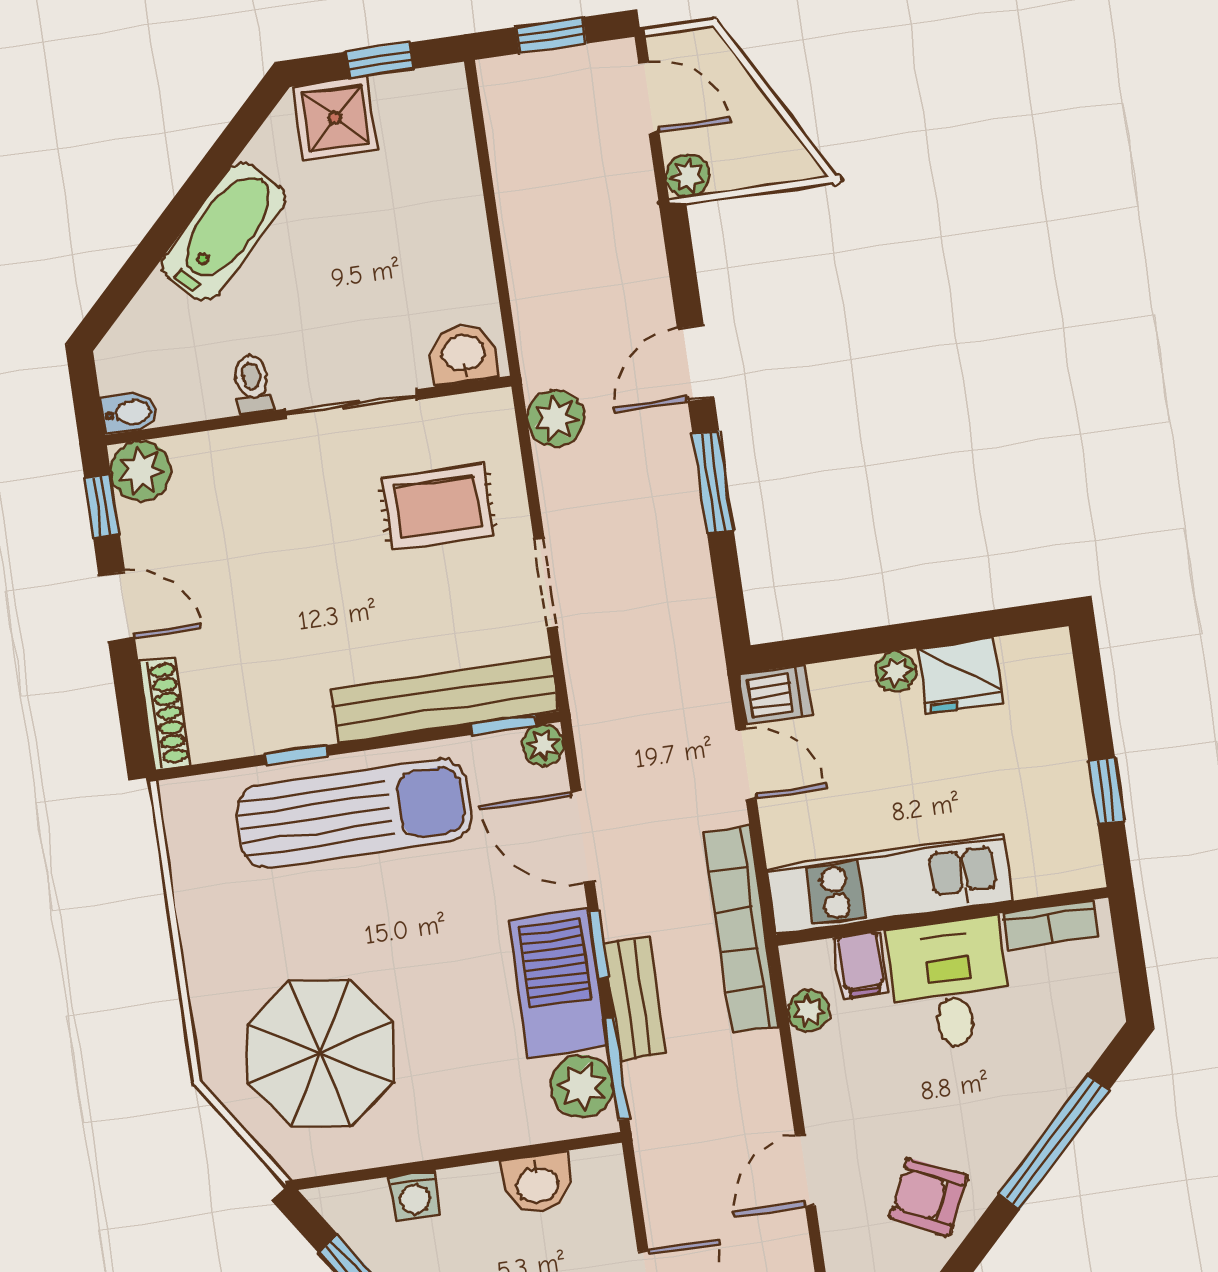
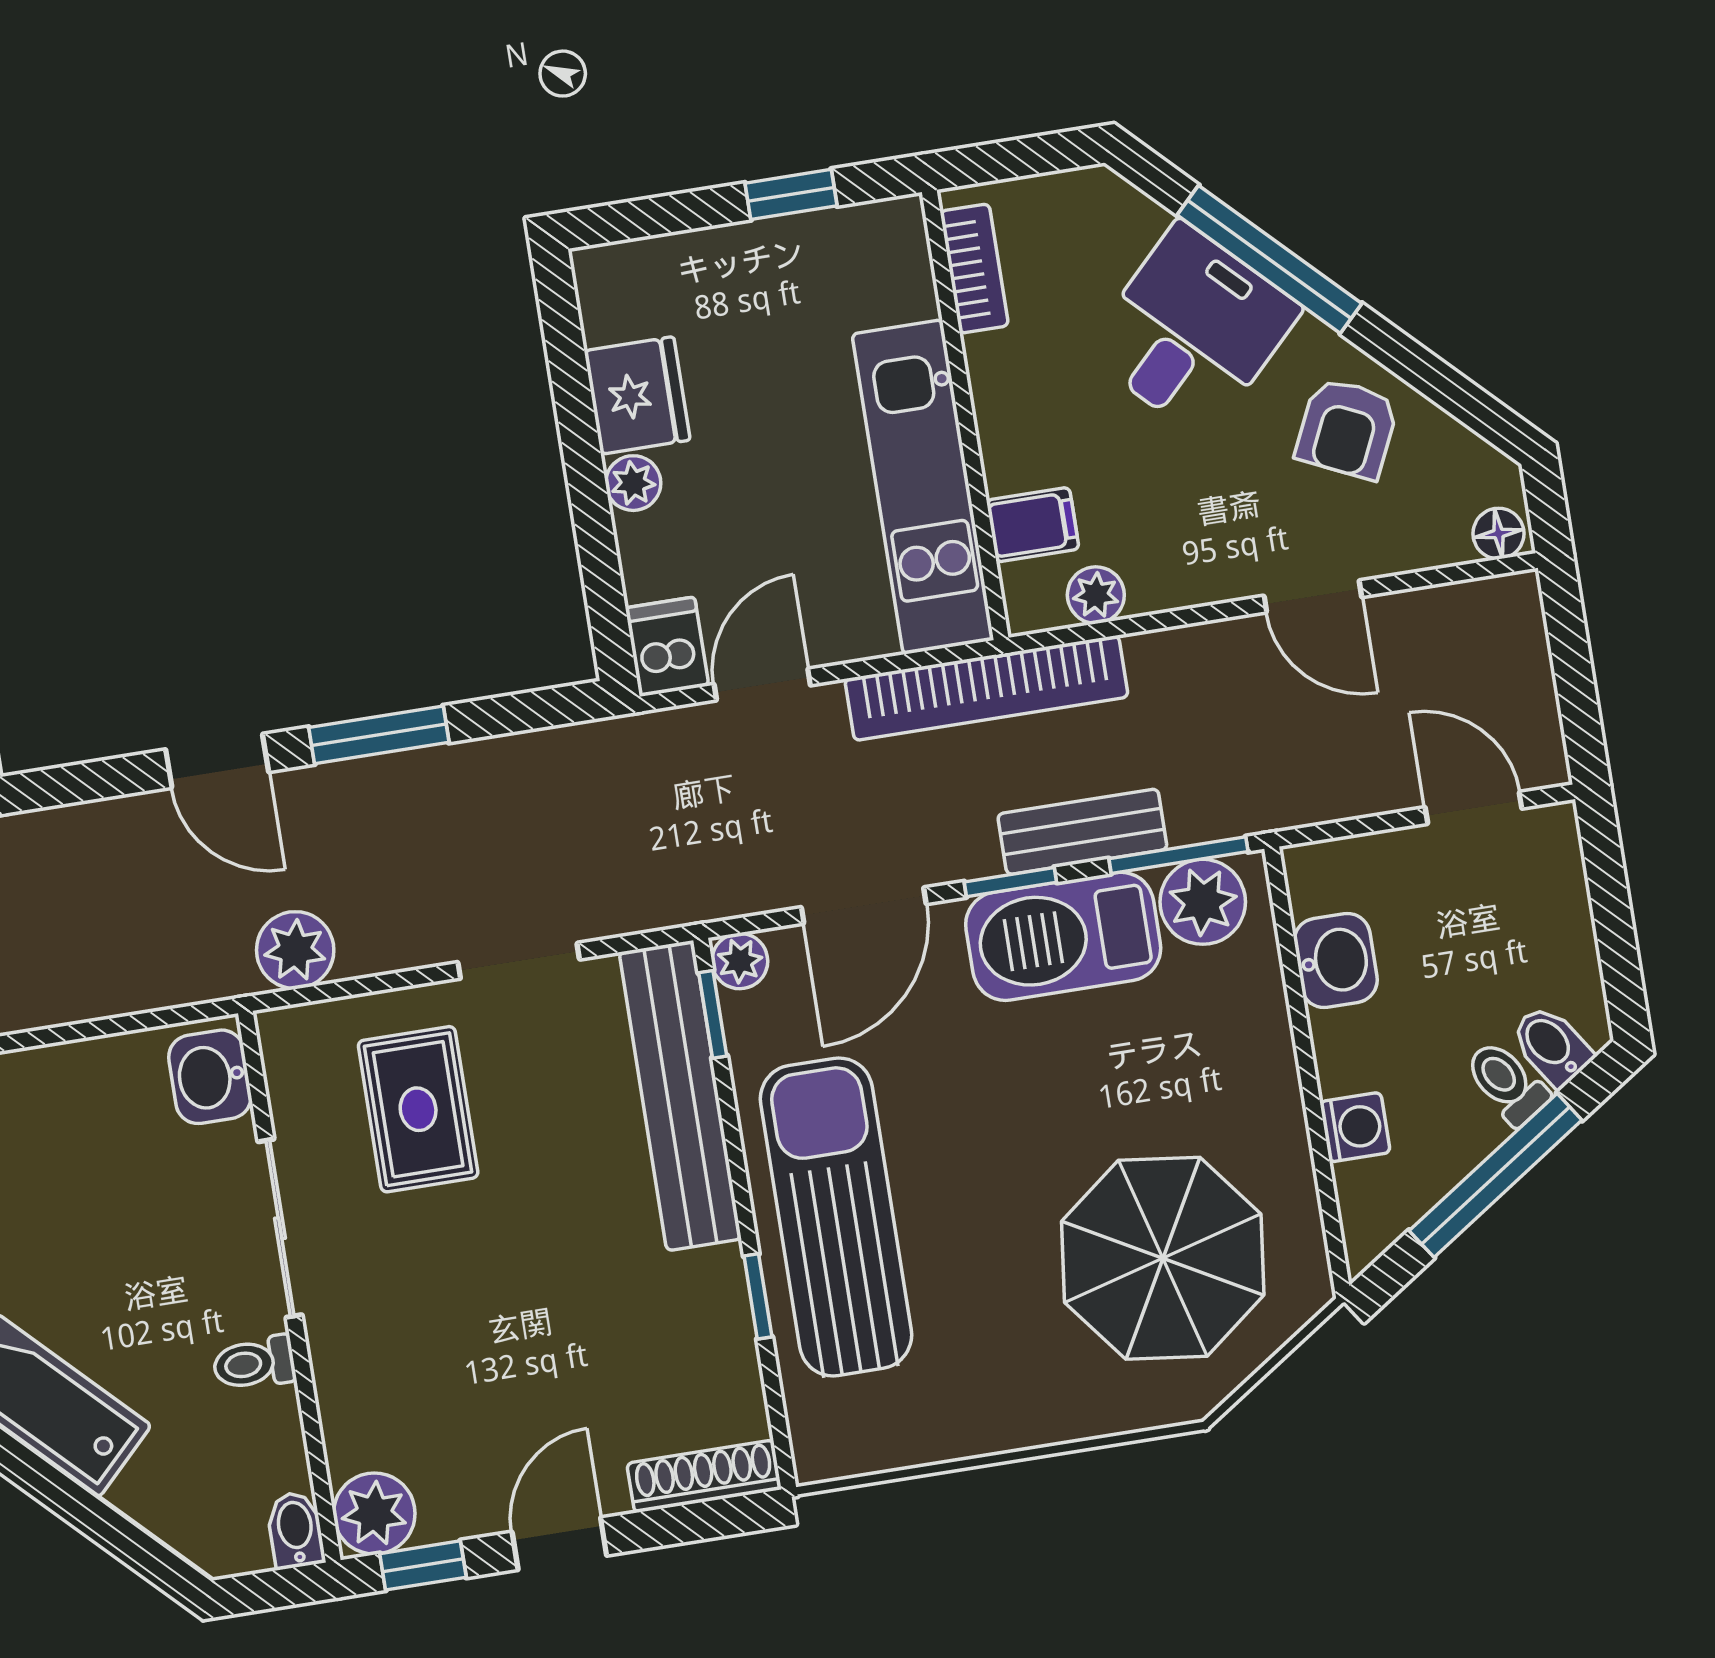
desk: (950, 984) -> (1192, 330), moved, turned 135

